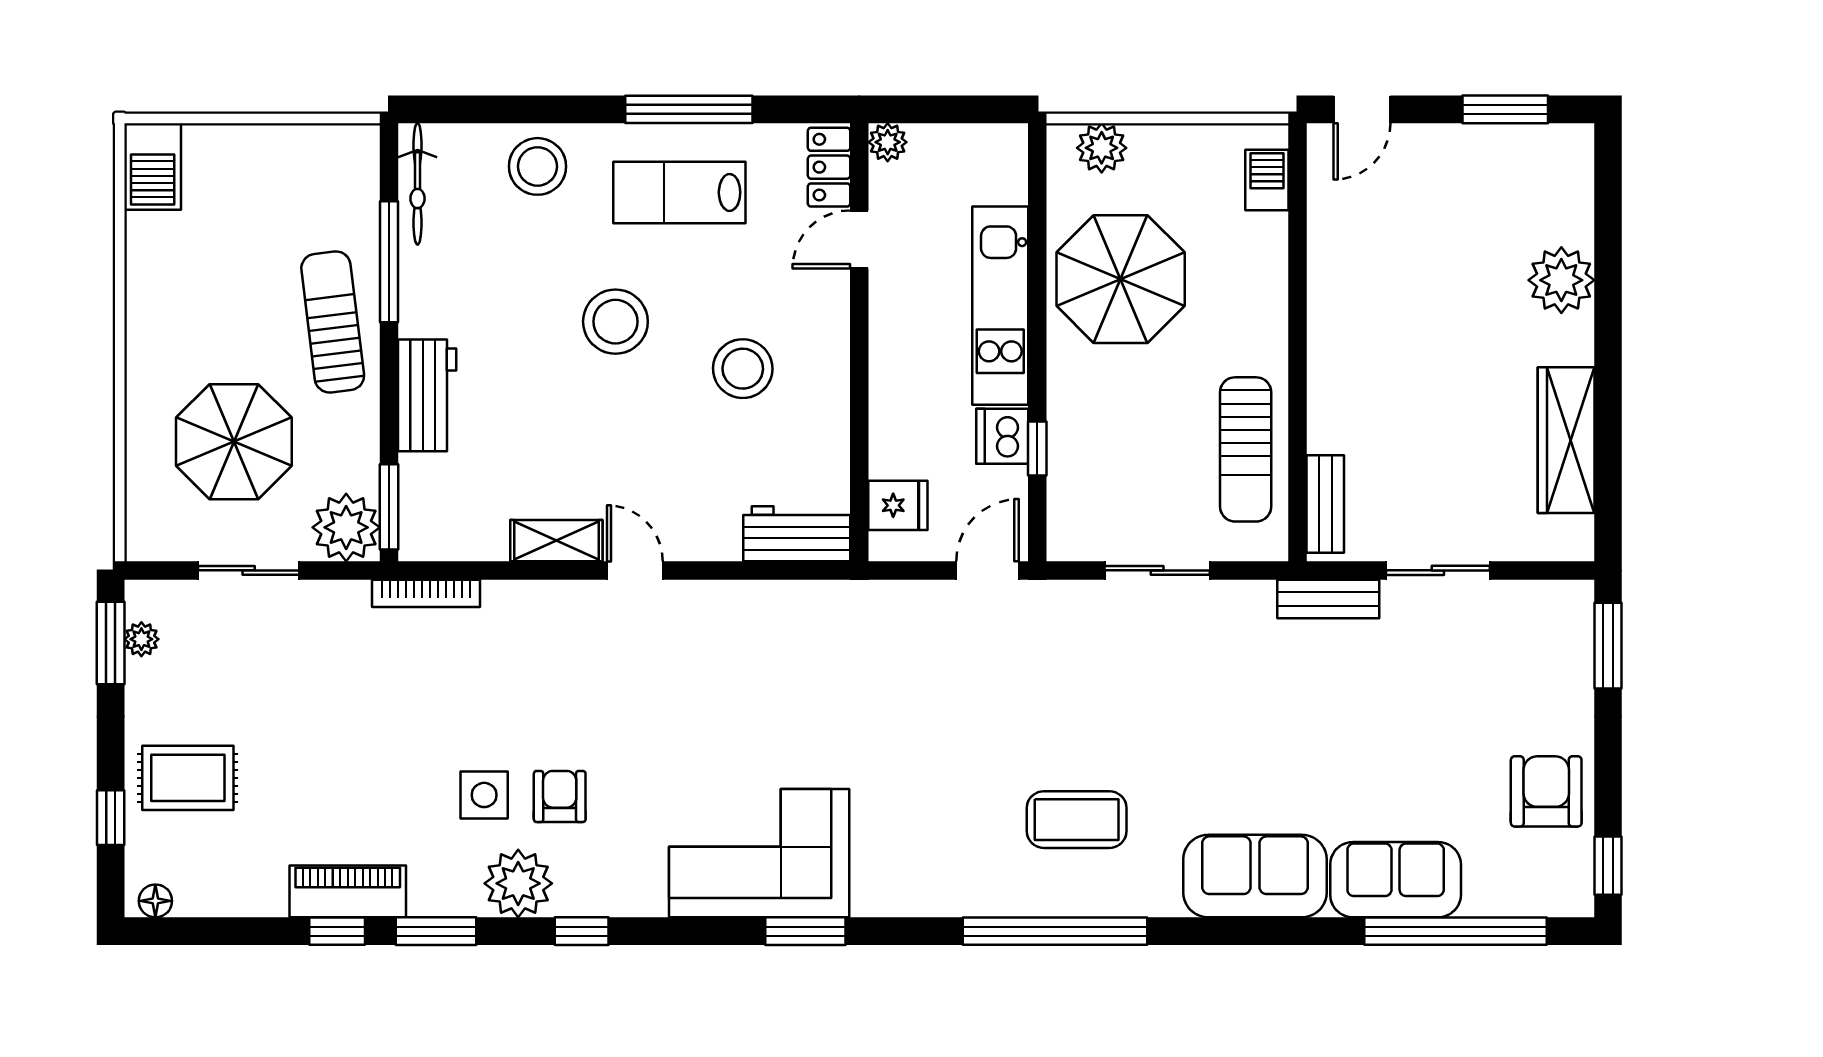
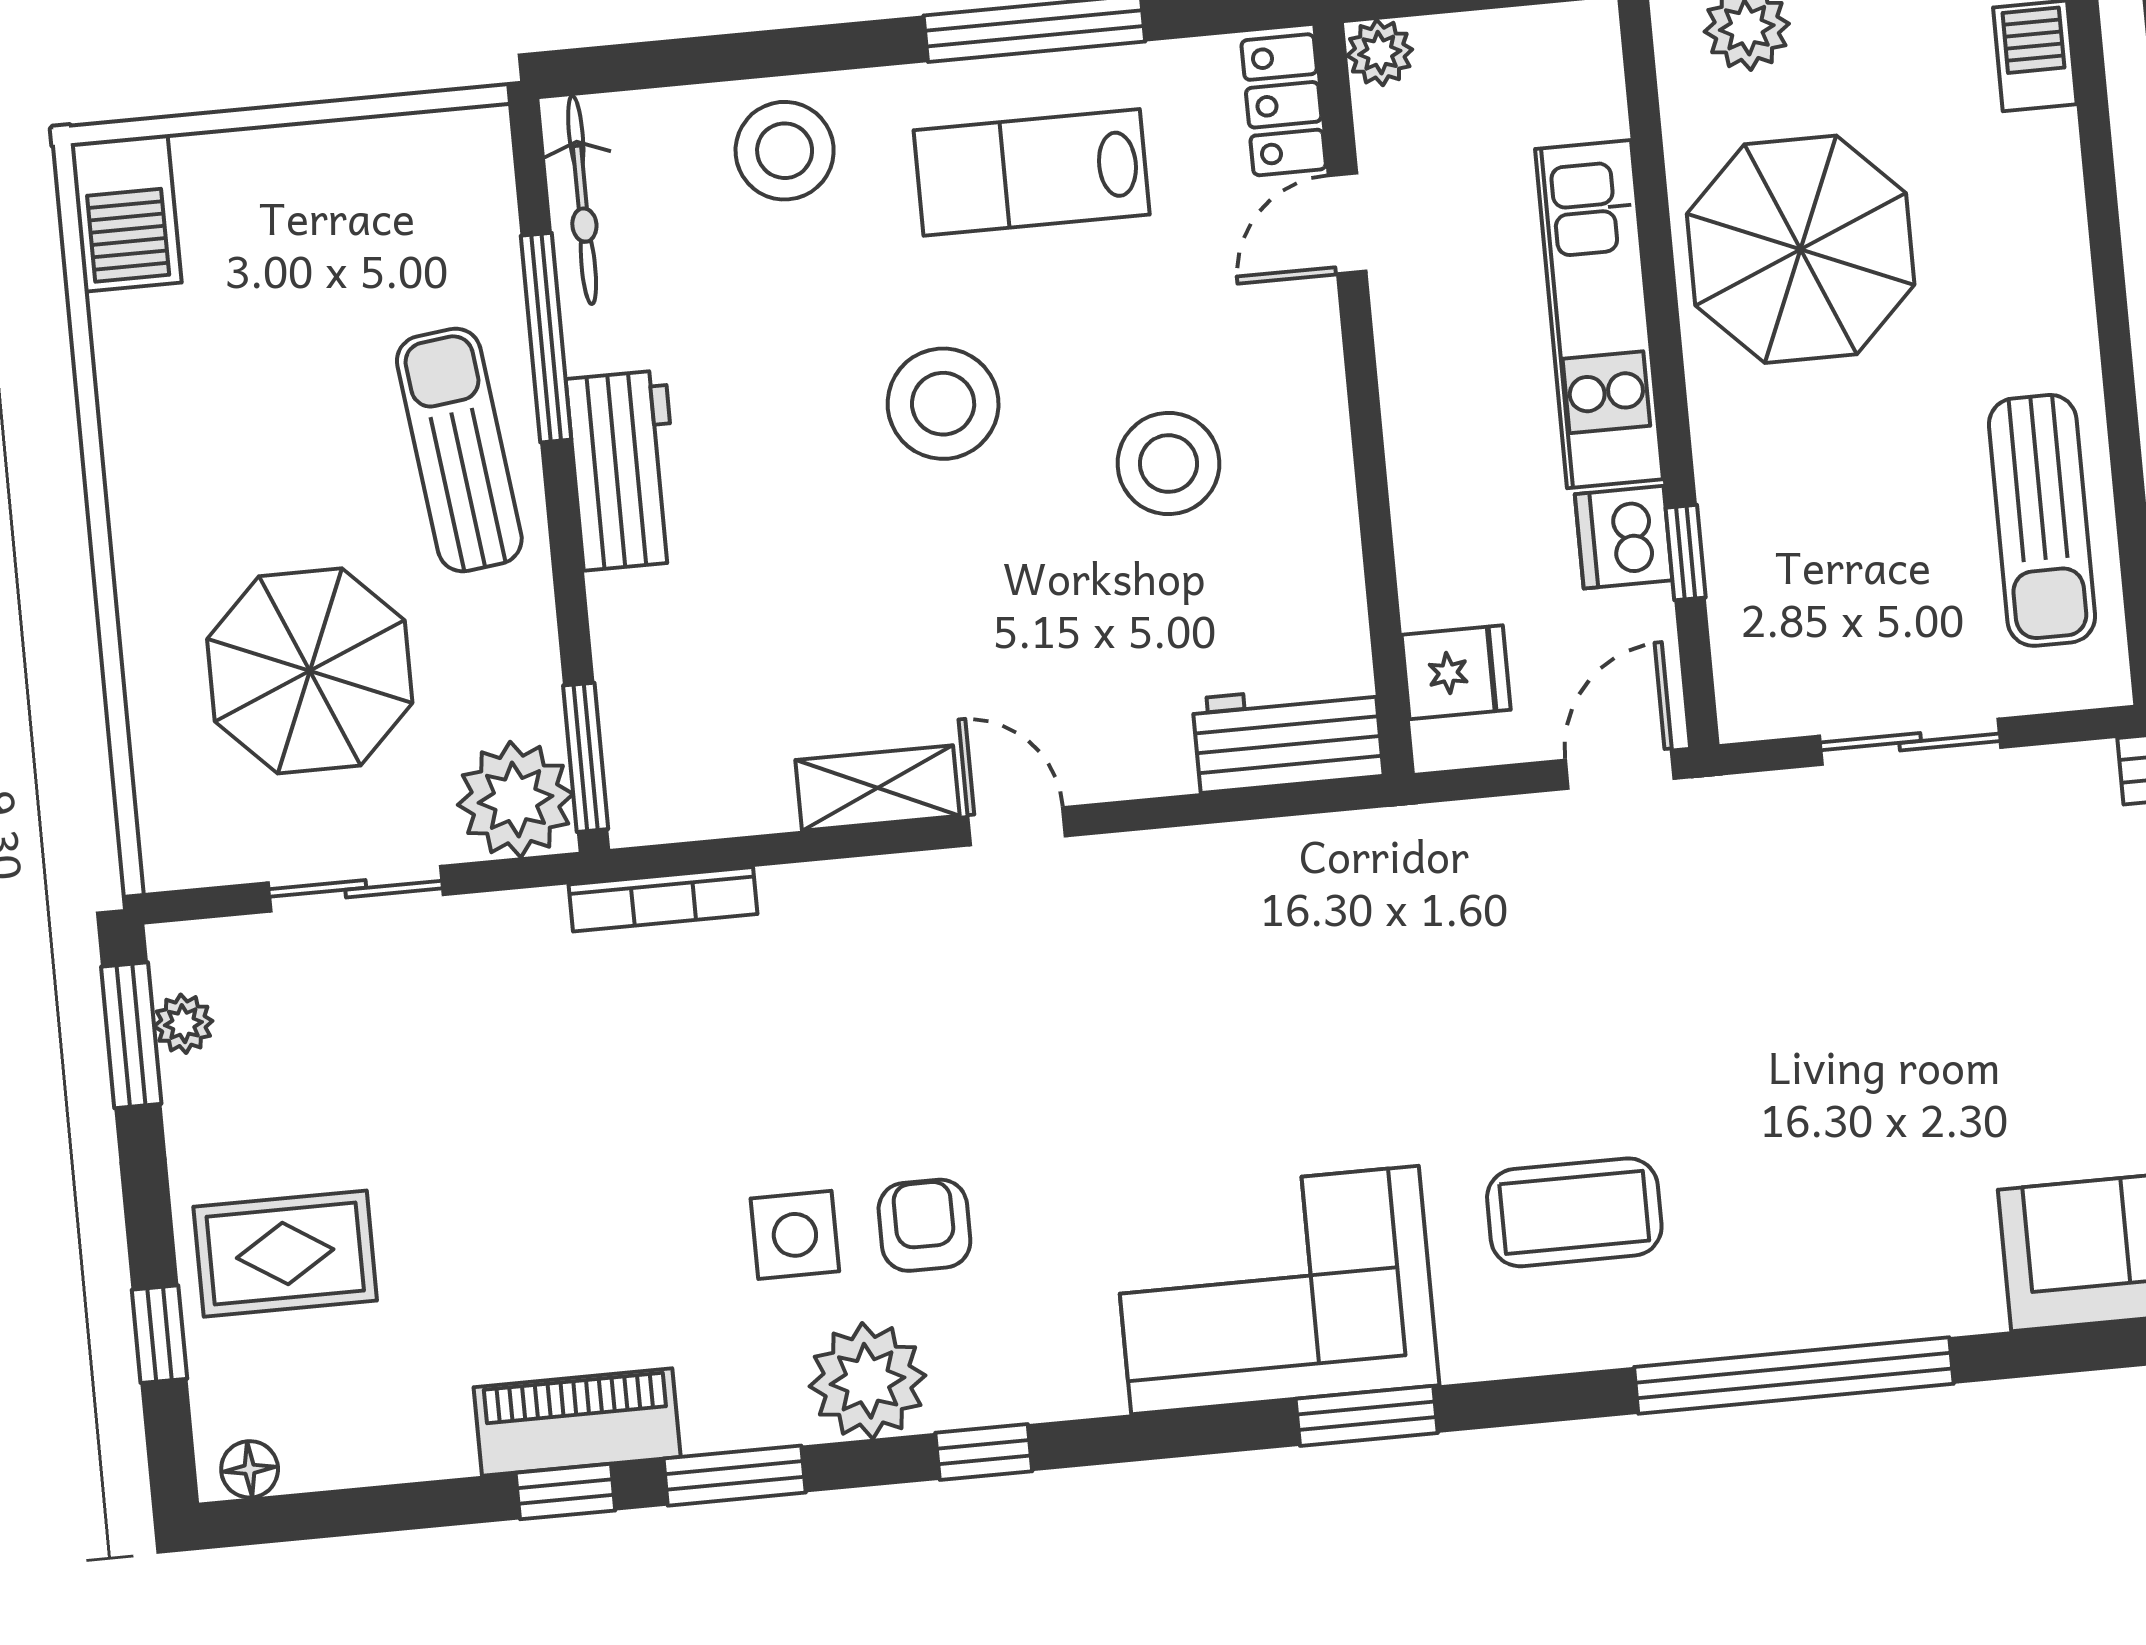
workbench: (427, 395) -> (624, 470), moved
coffee table: (1077, 820) -> (1574, 1212), moved

